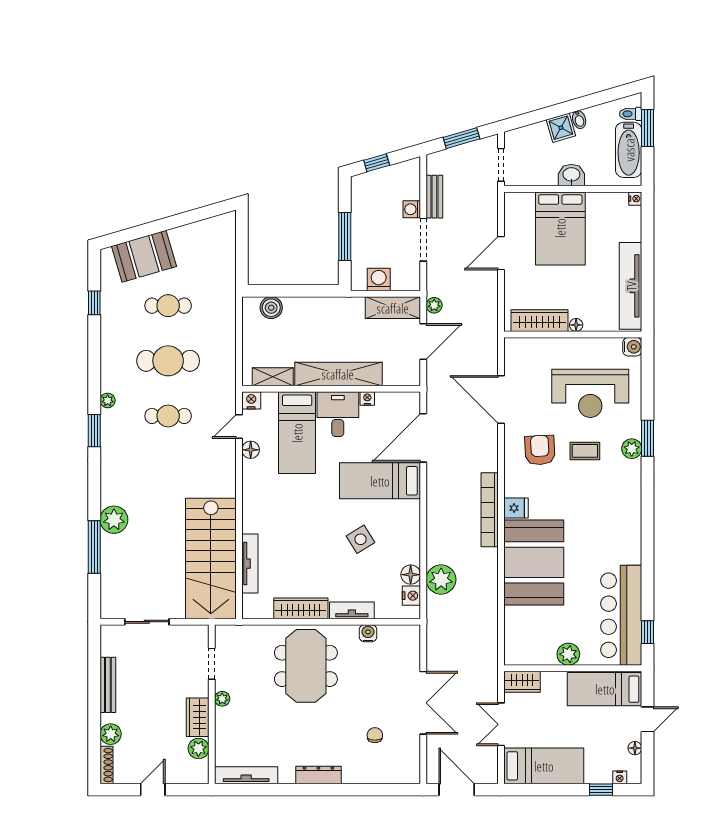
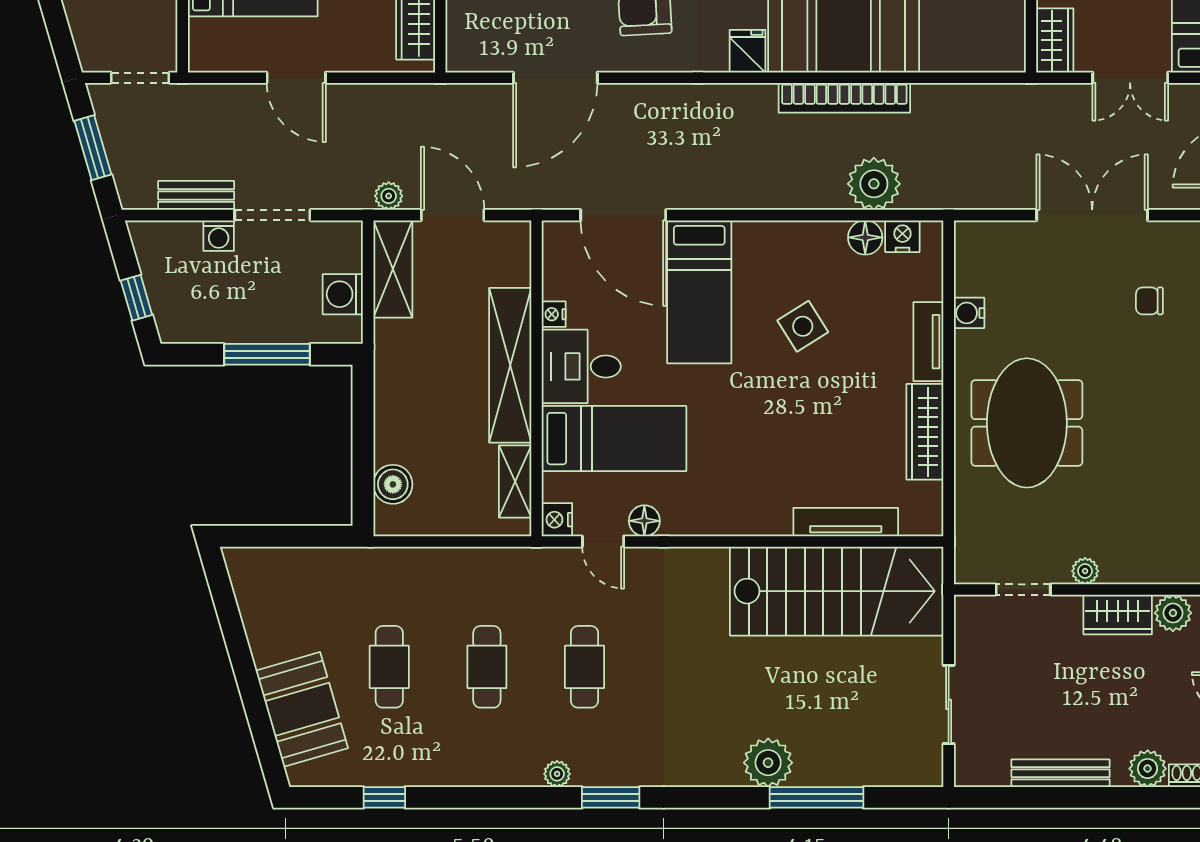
cafe table: (168, 361) -> (487, 667), width x0.73, depth x0.74
bookcase: (490, 510) -> (844, 98), moved
meeting table: (306, 666) -> (1027, 423), turned 90

